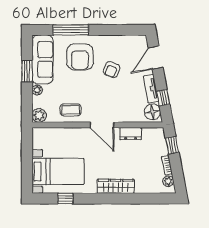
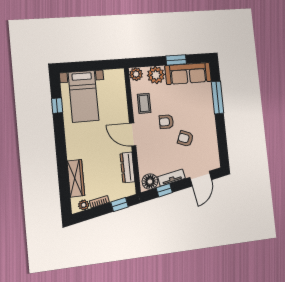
armchair: (80, 57) -> (166, 122), moved, width x0.53, depth x0.53
door: (156, 58) -> (201, 179), swing flipped
plant: (37, 90) -> (156, 75), width x1.88, depth x1.88
door: (102, 125) -> (133, 135), hinge flipped
dresser: (131, 134) -> (127, 167), width x1.44
wardrobe: (116, 186) -> (76, 178), moved

